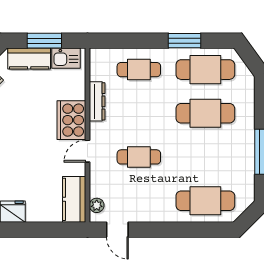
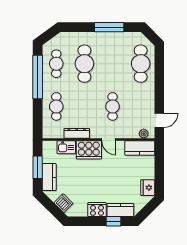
window: (185, 41) -> (38, 77), width x2.11
kitchen sink: (66, 58) -> (66, 147), moved, turned 90
cafe table: (205, 70) -> (56, 64), width x0.73, depth x0.74

